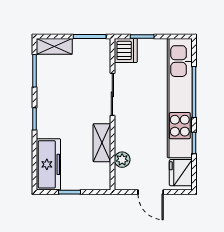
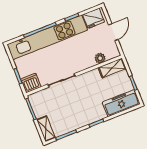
shelving: (102, 143) -> (112, 68), moved

